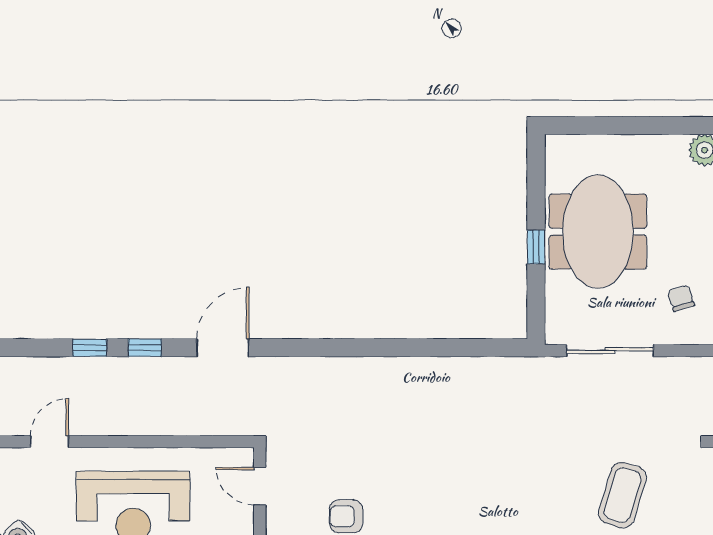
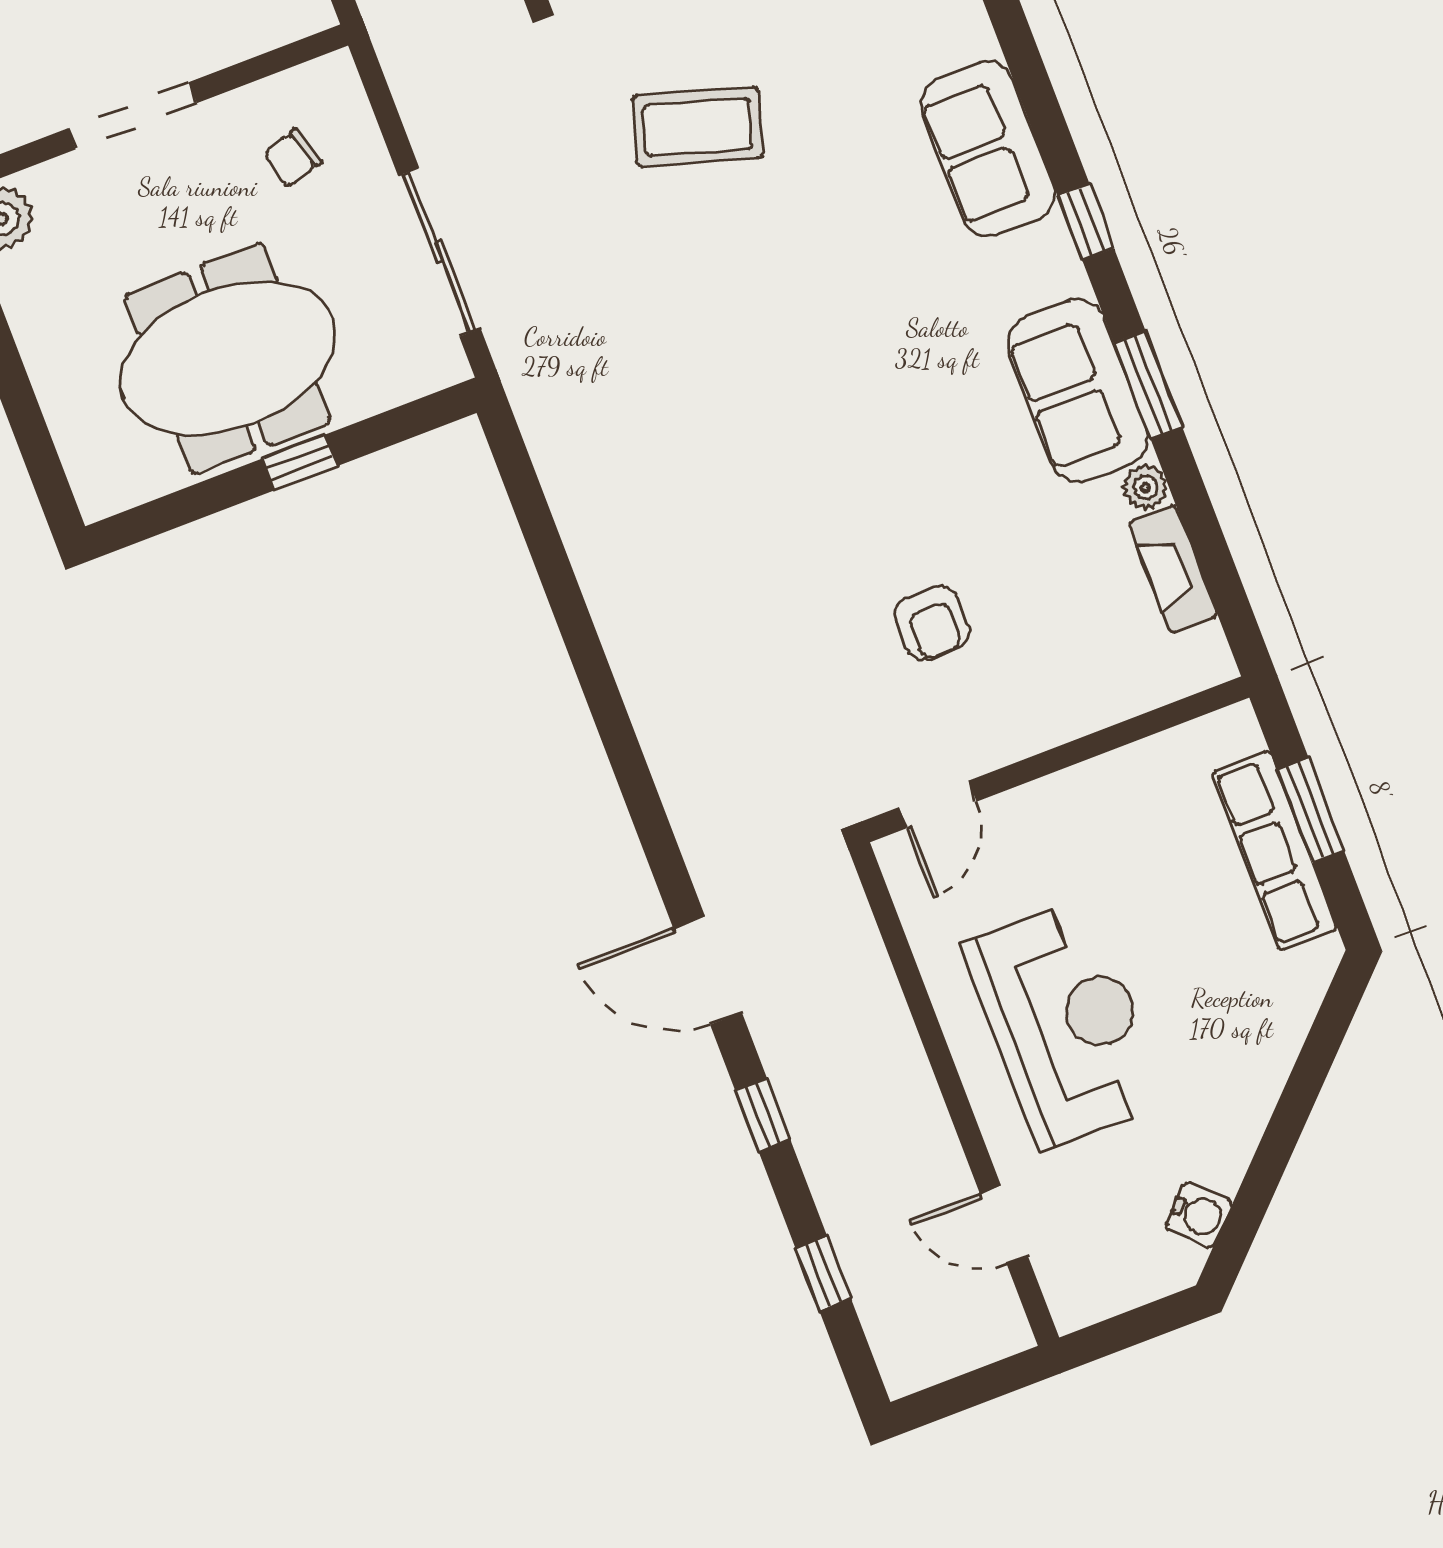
window: (90, 348) -> (823, 1273), moved

